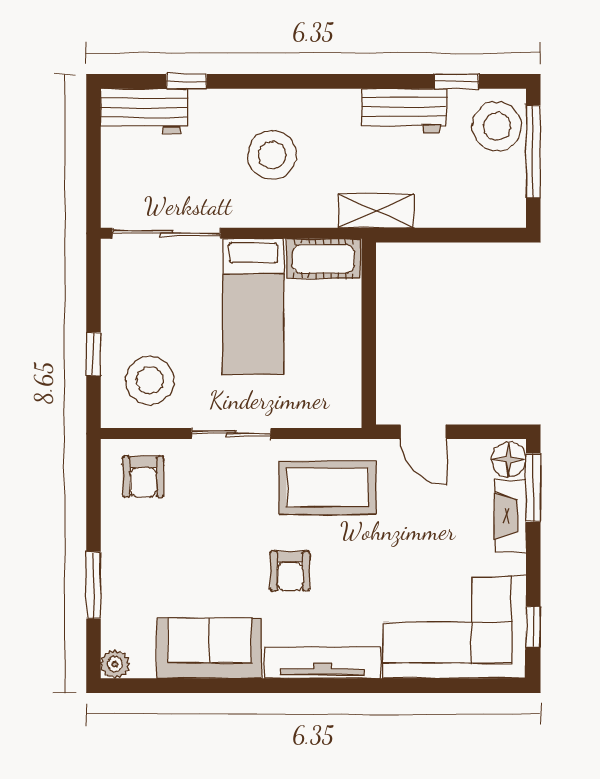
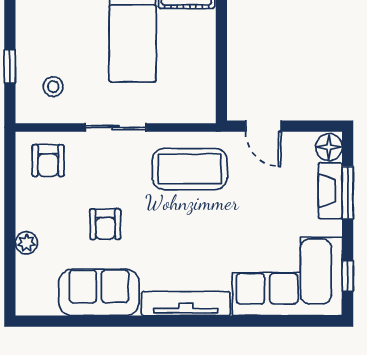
stool: (150, 380) -> (53, 87), width x0.53, depth x0.53
window: (533, 488) -> (348, 193), moved
armchair: (290, 571) -> (105, 224), moved
window: (93, 585) -> (10, 244), removed
plant: (115, 664) -> (26, 243), moved

